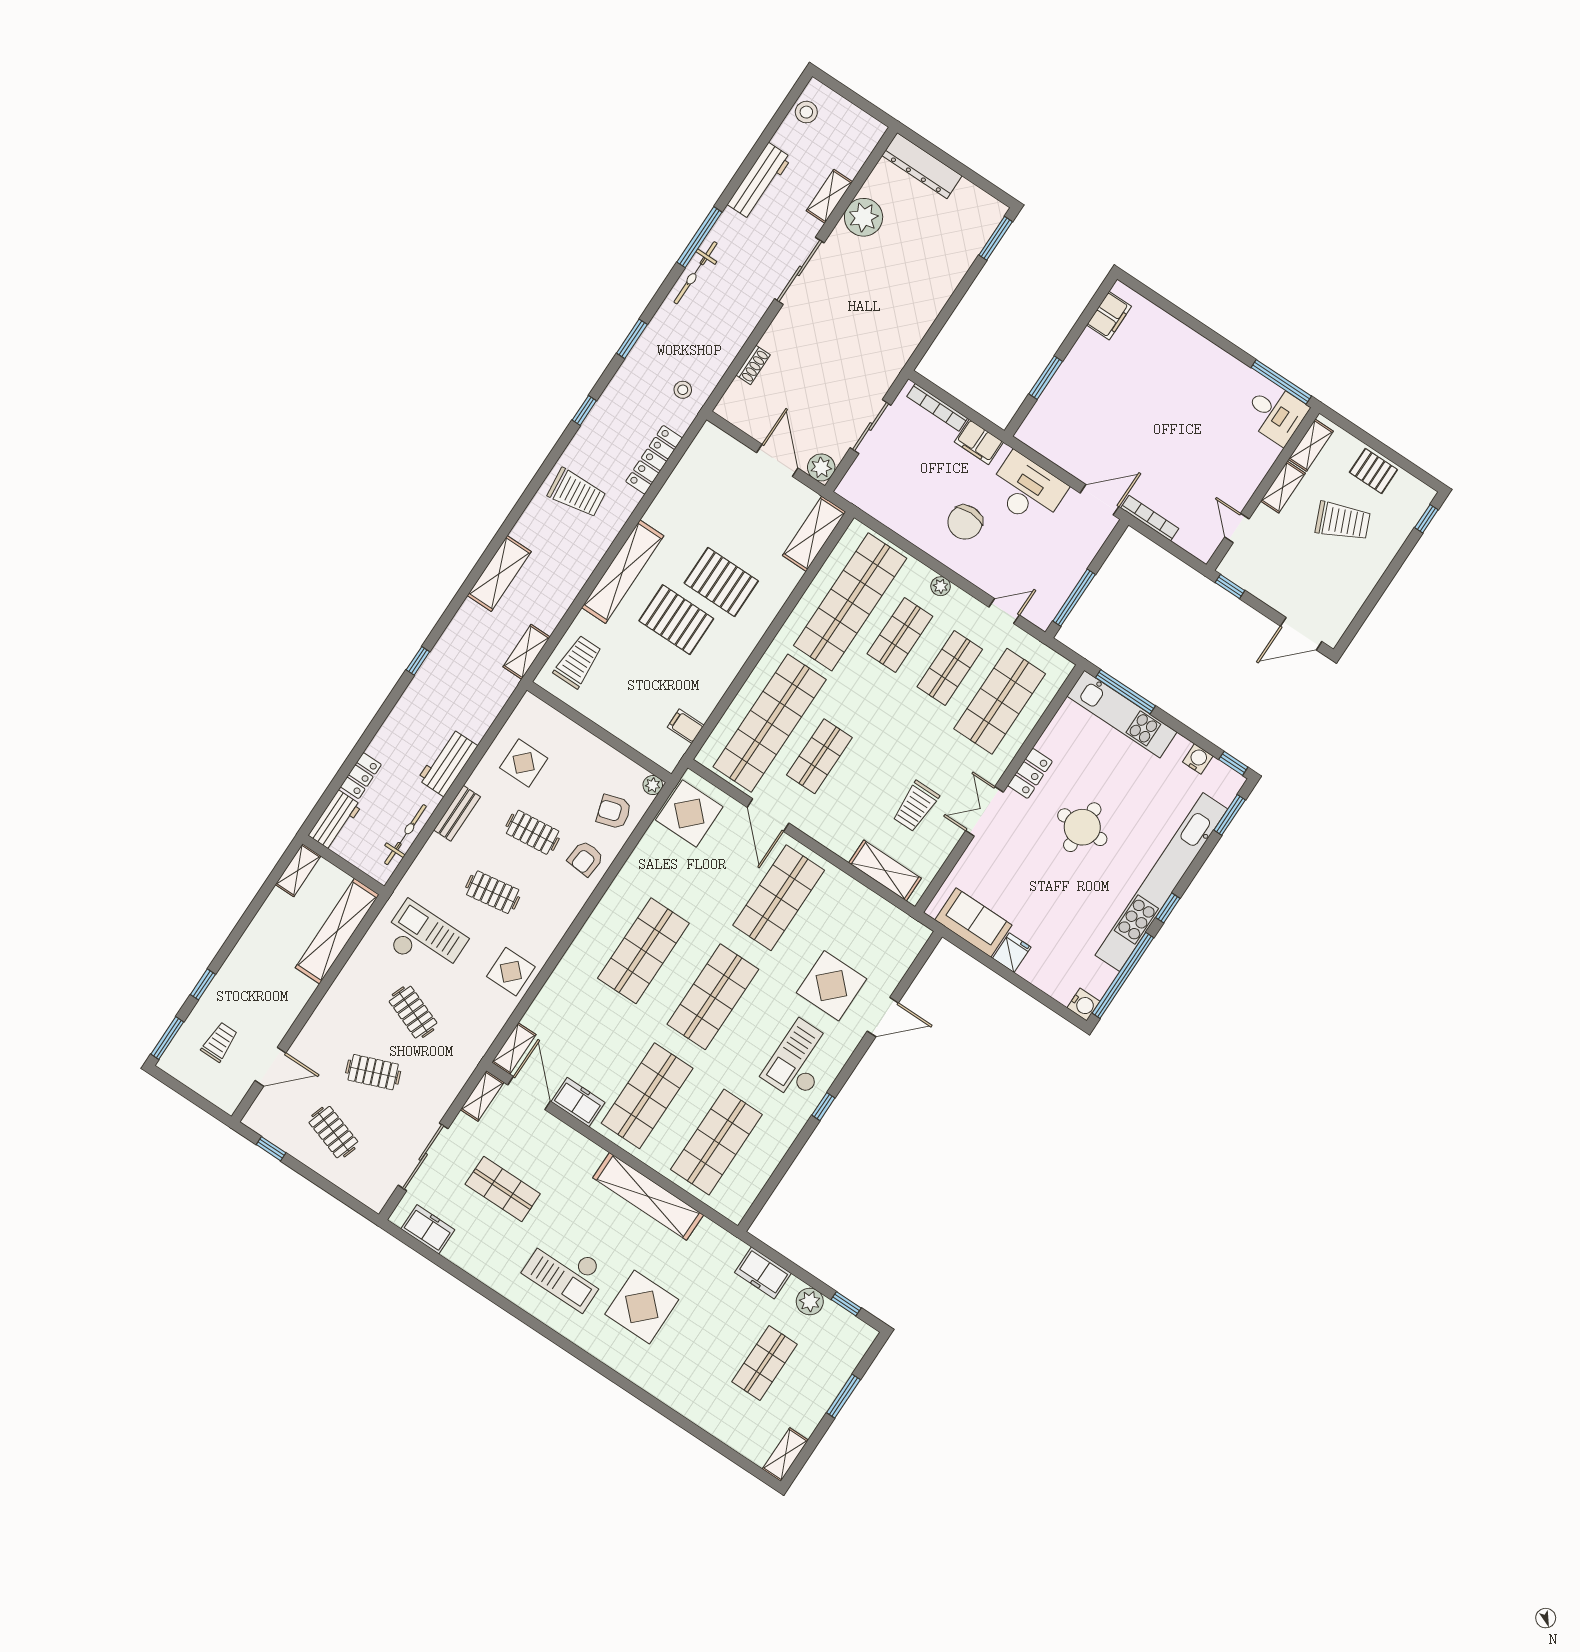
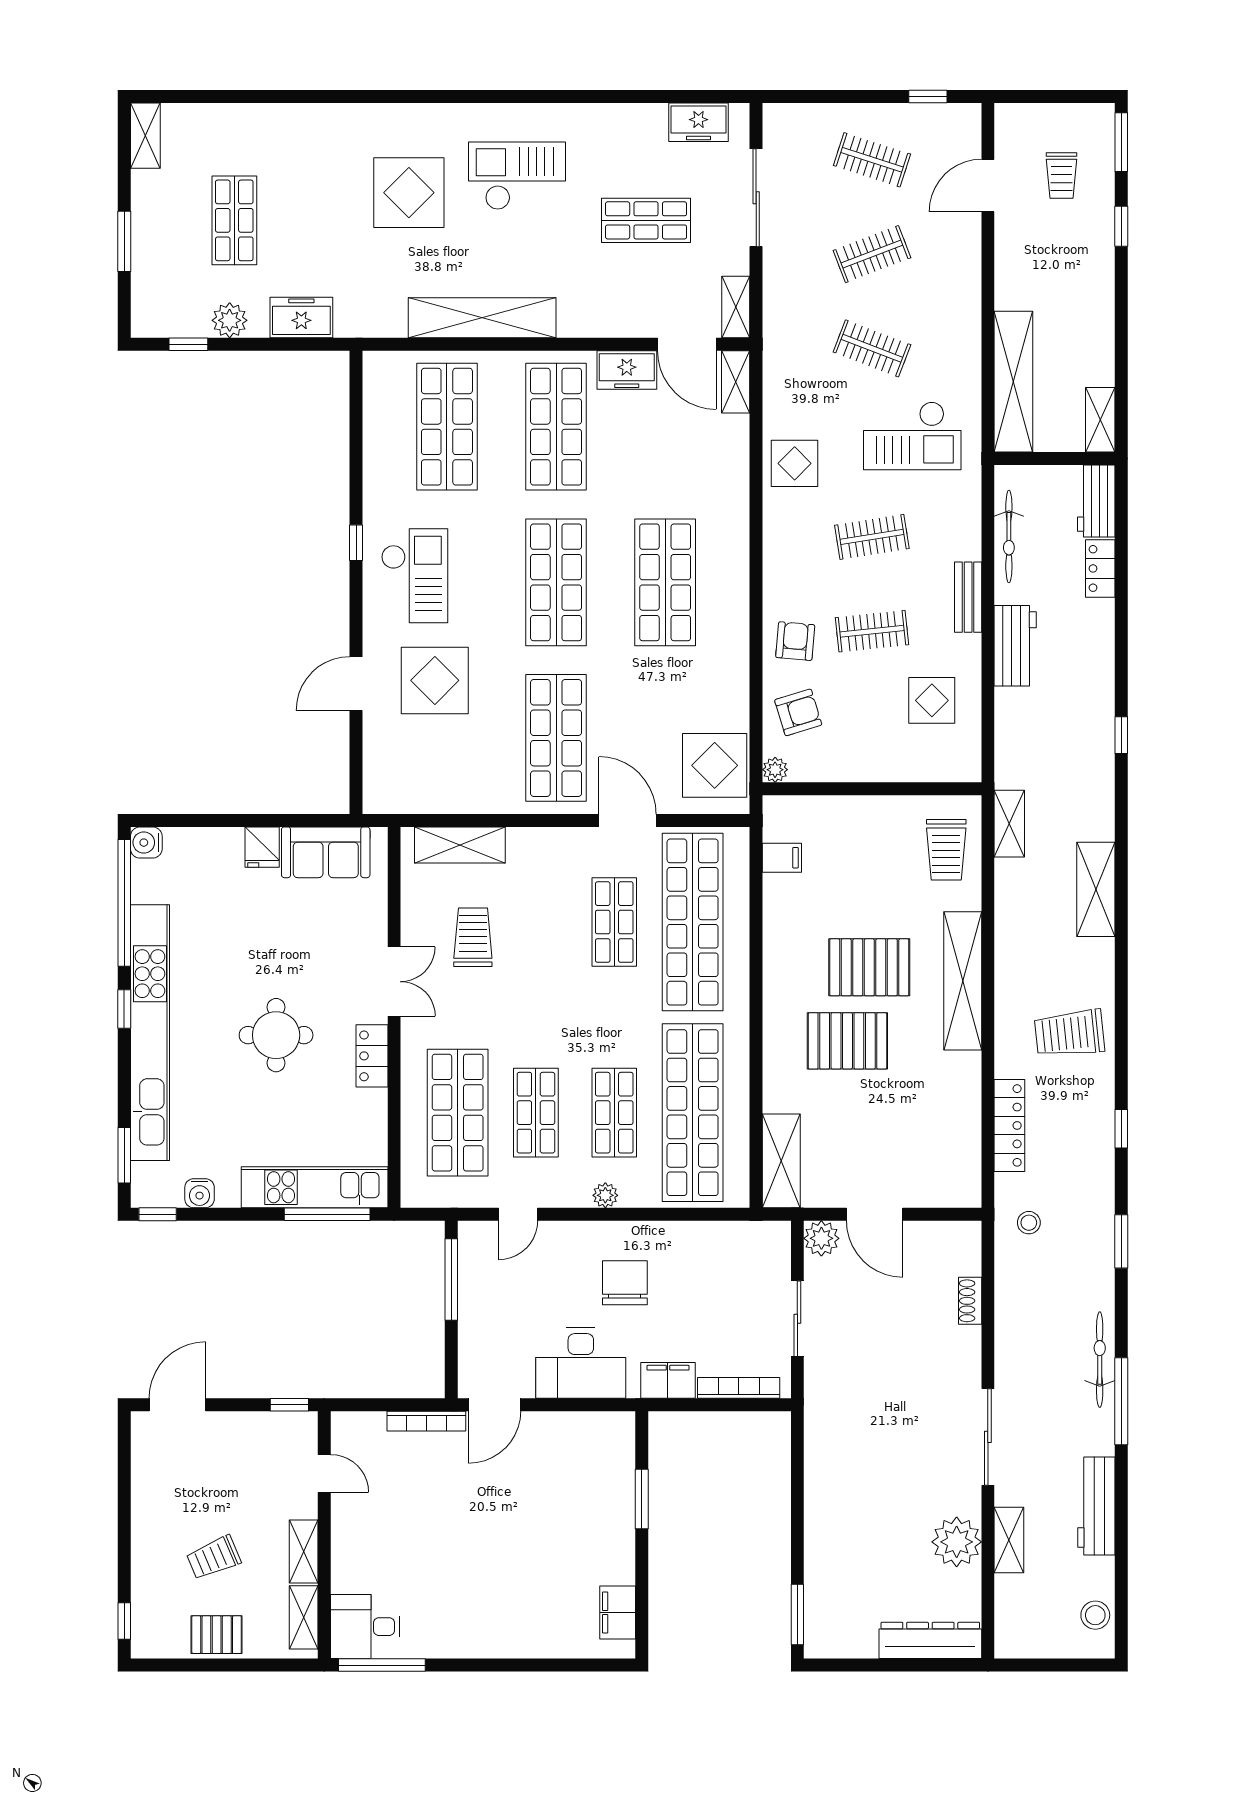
trolley: (1343, 521) -> (214, 1558), width x0.73, depth x0.72

